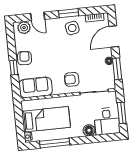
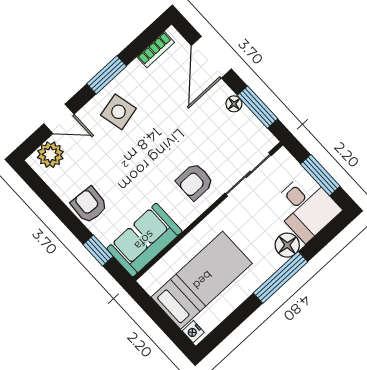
side table: (72, 28) -> (118, 112), moved
window: (14, 68) -> (98, 250), moved
window: (55, 143) -> (280, 277), moved

